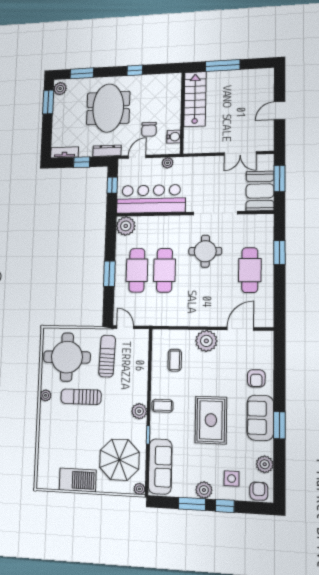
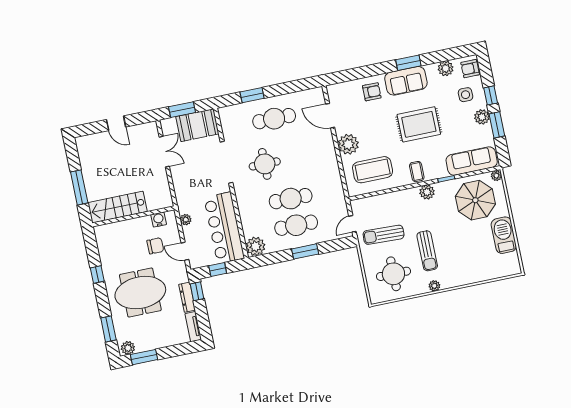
dresser: (107, 151) -> (187, 297), moved
window: (82, 162) -> (197, 291), moved
round table: (67, 357) -> (393, 274), width x0.73, depth x0.73
coffee table: (175, 360) -> (373, 170), width x1.86, depth x1.72

